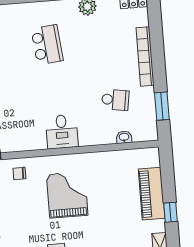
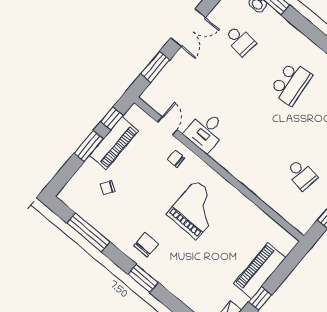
desk: (62, 132) -> (206, 131), moved
washbasin: (124, 137) -> (281, 209), removed

